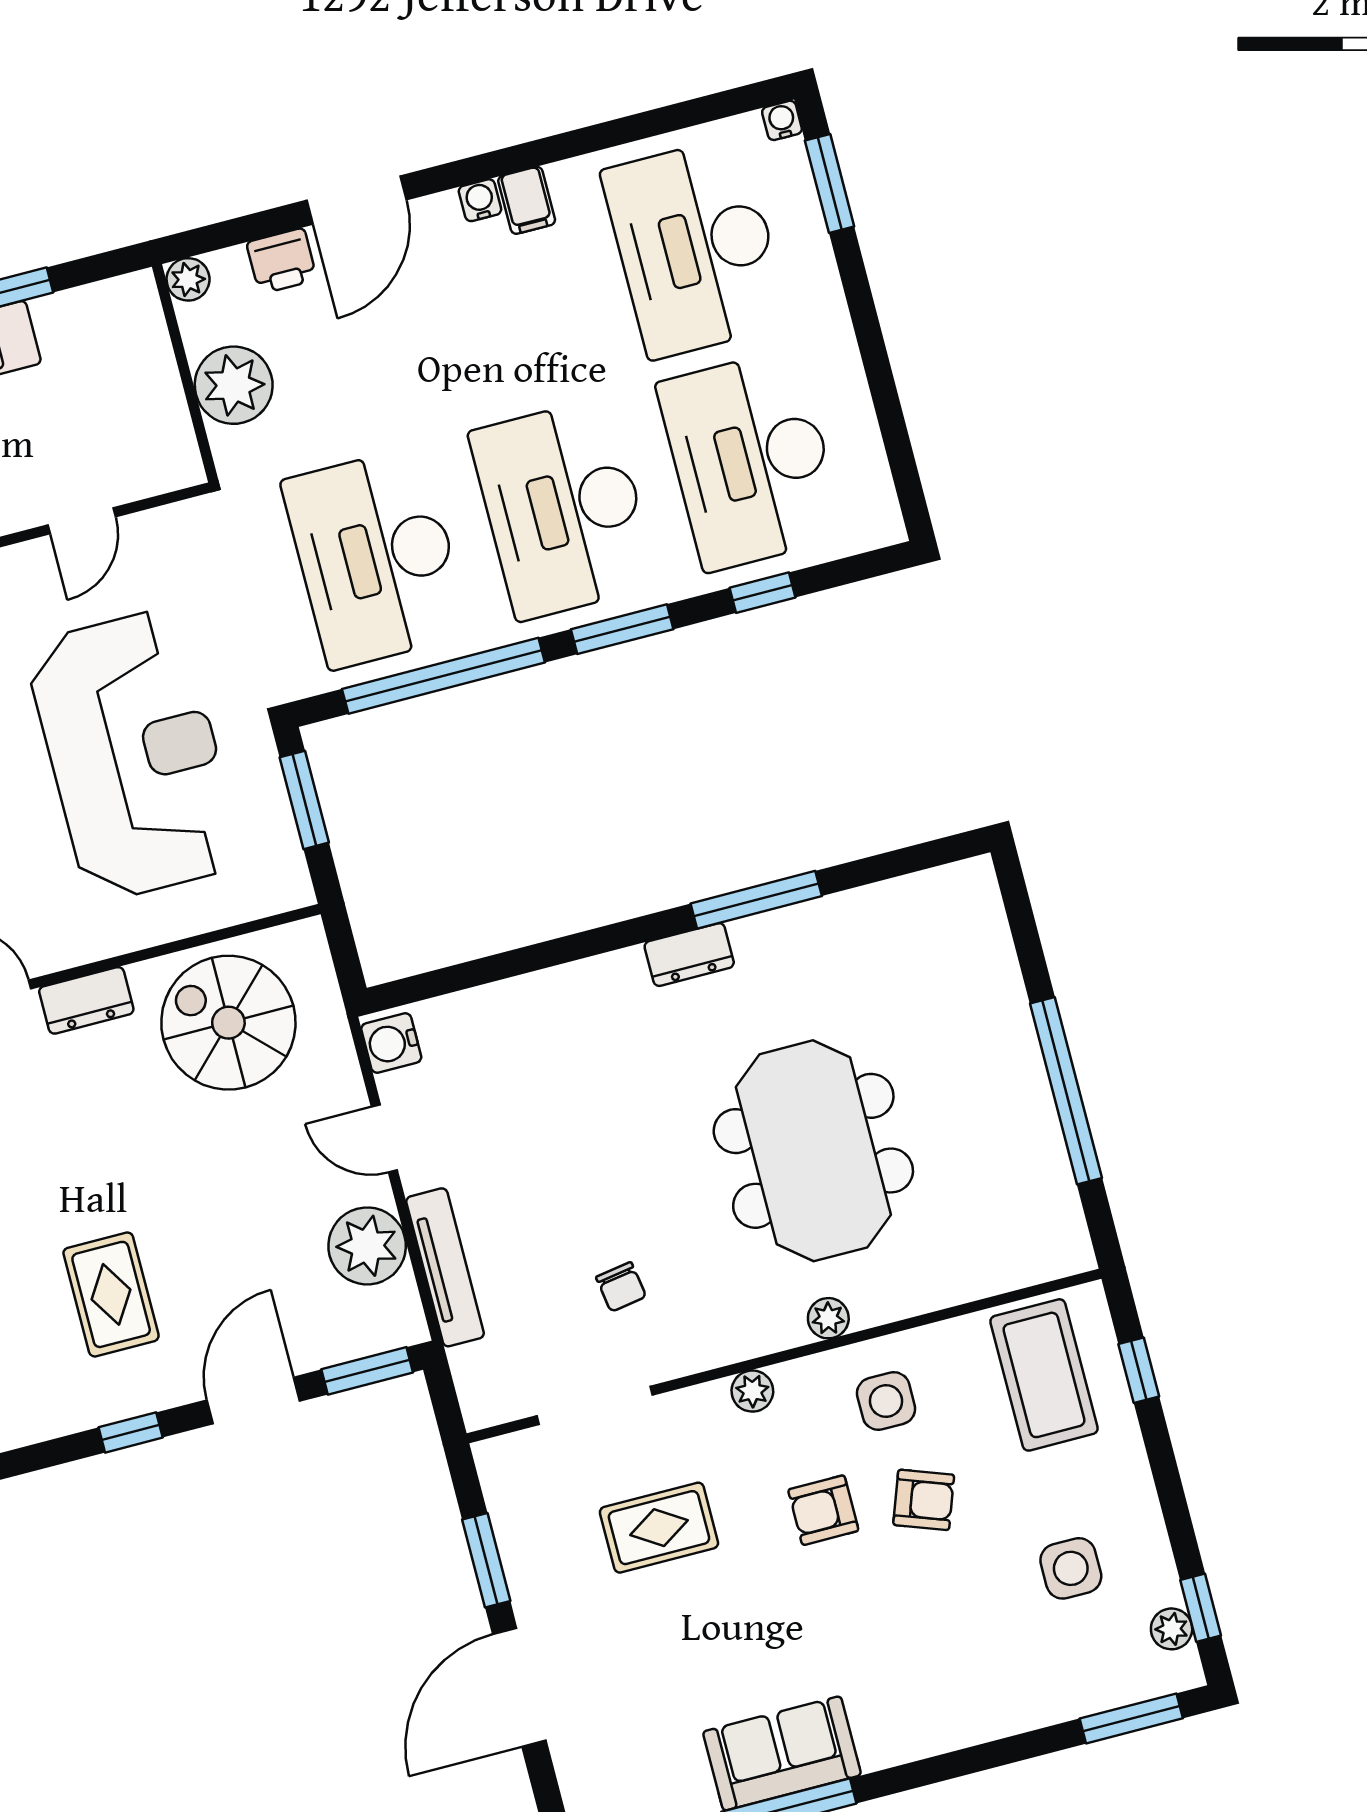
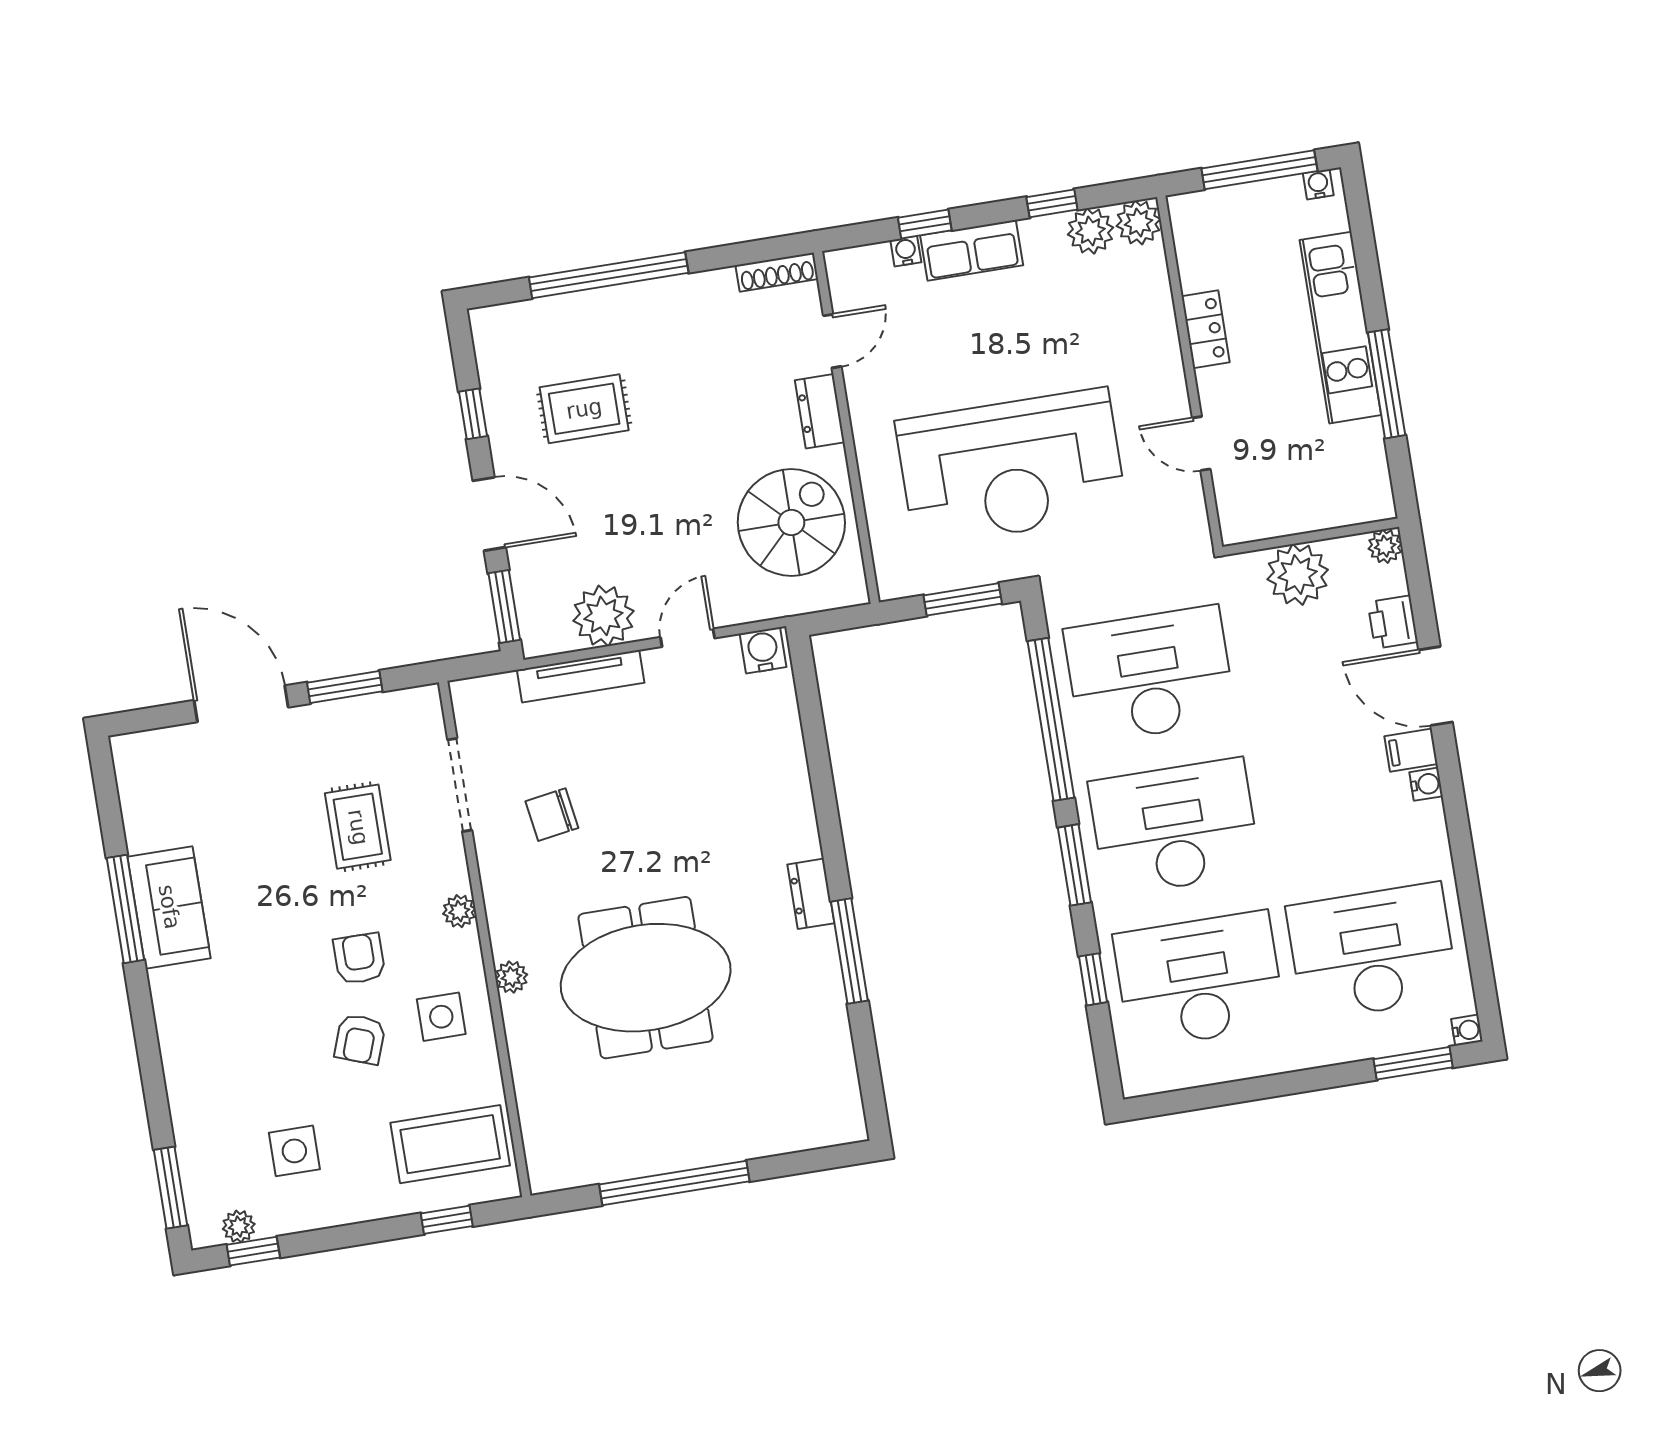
filing cabinet: (527, 200) -> (1411, 750), moved
chair: (621, 1287) -> (552, 815), width x1.37, depth x1.37

